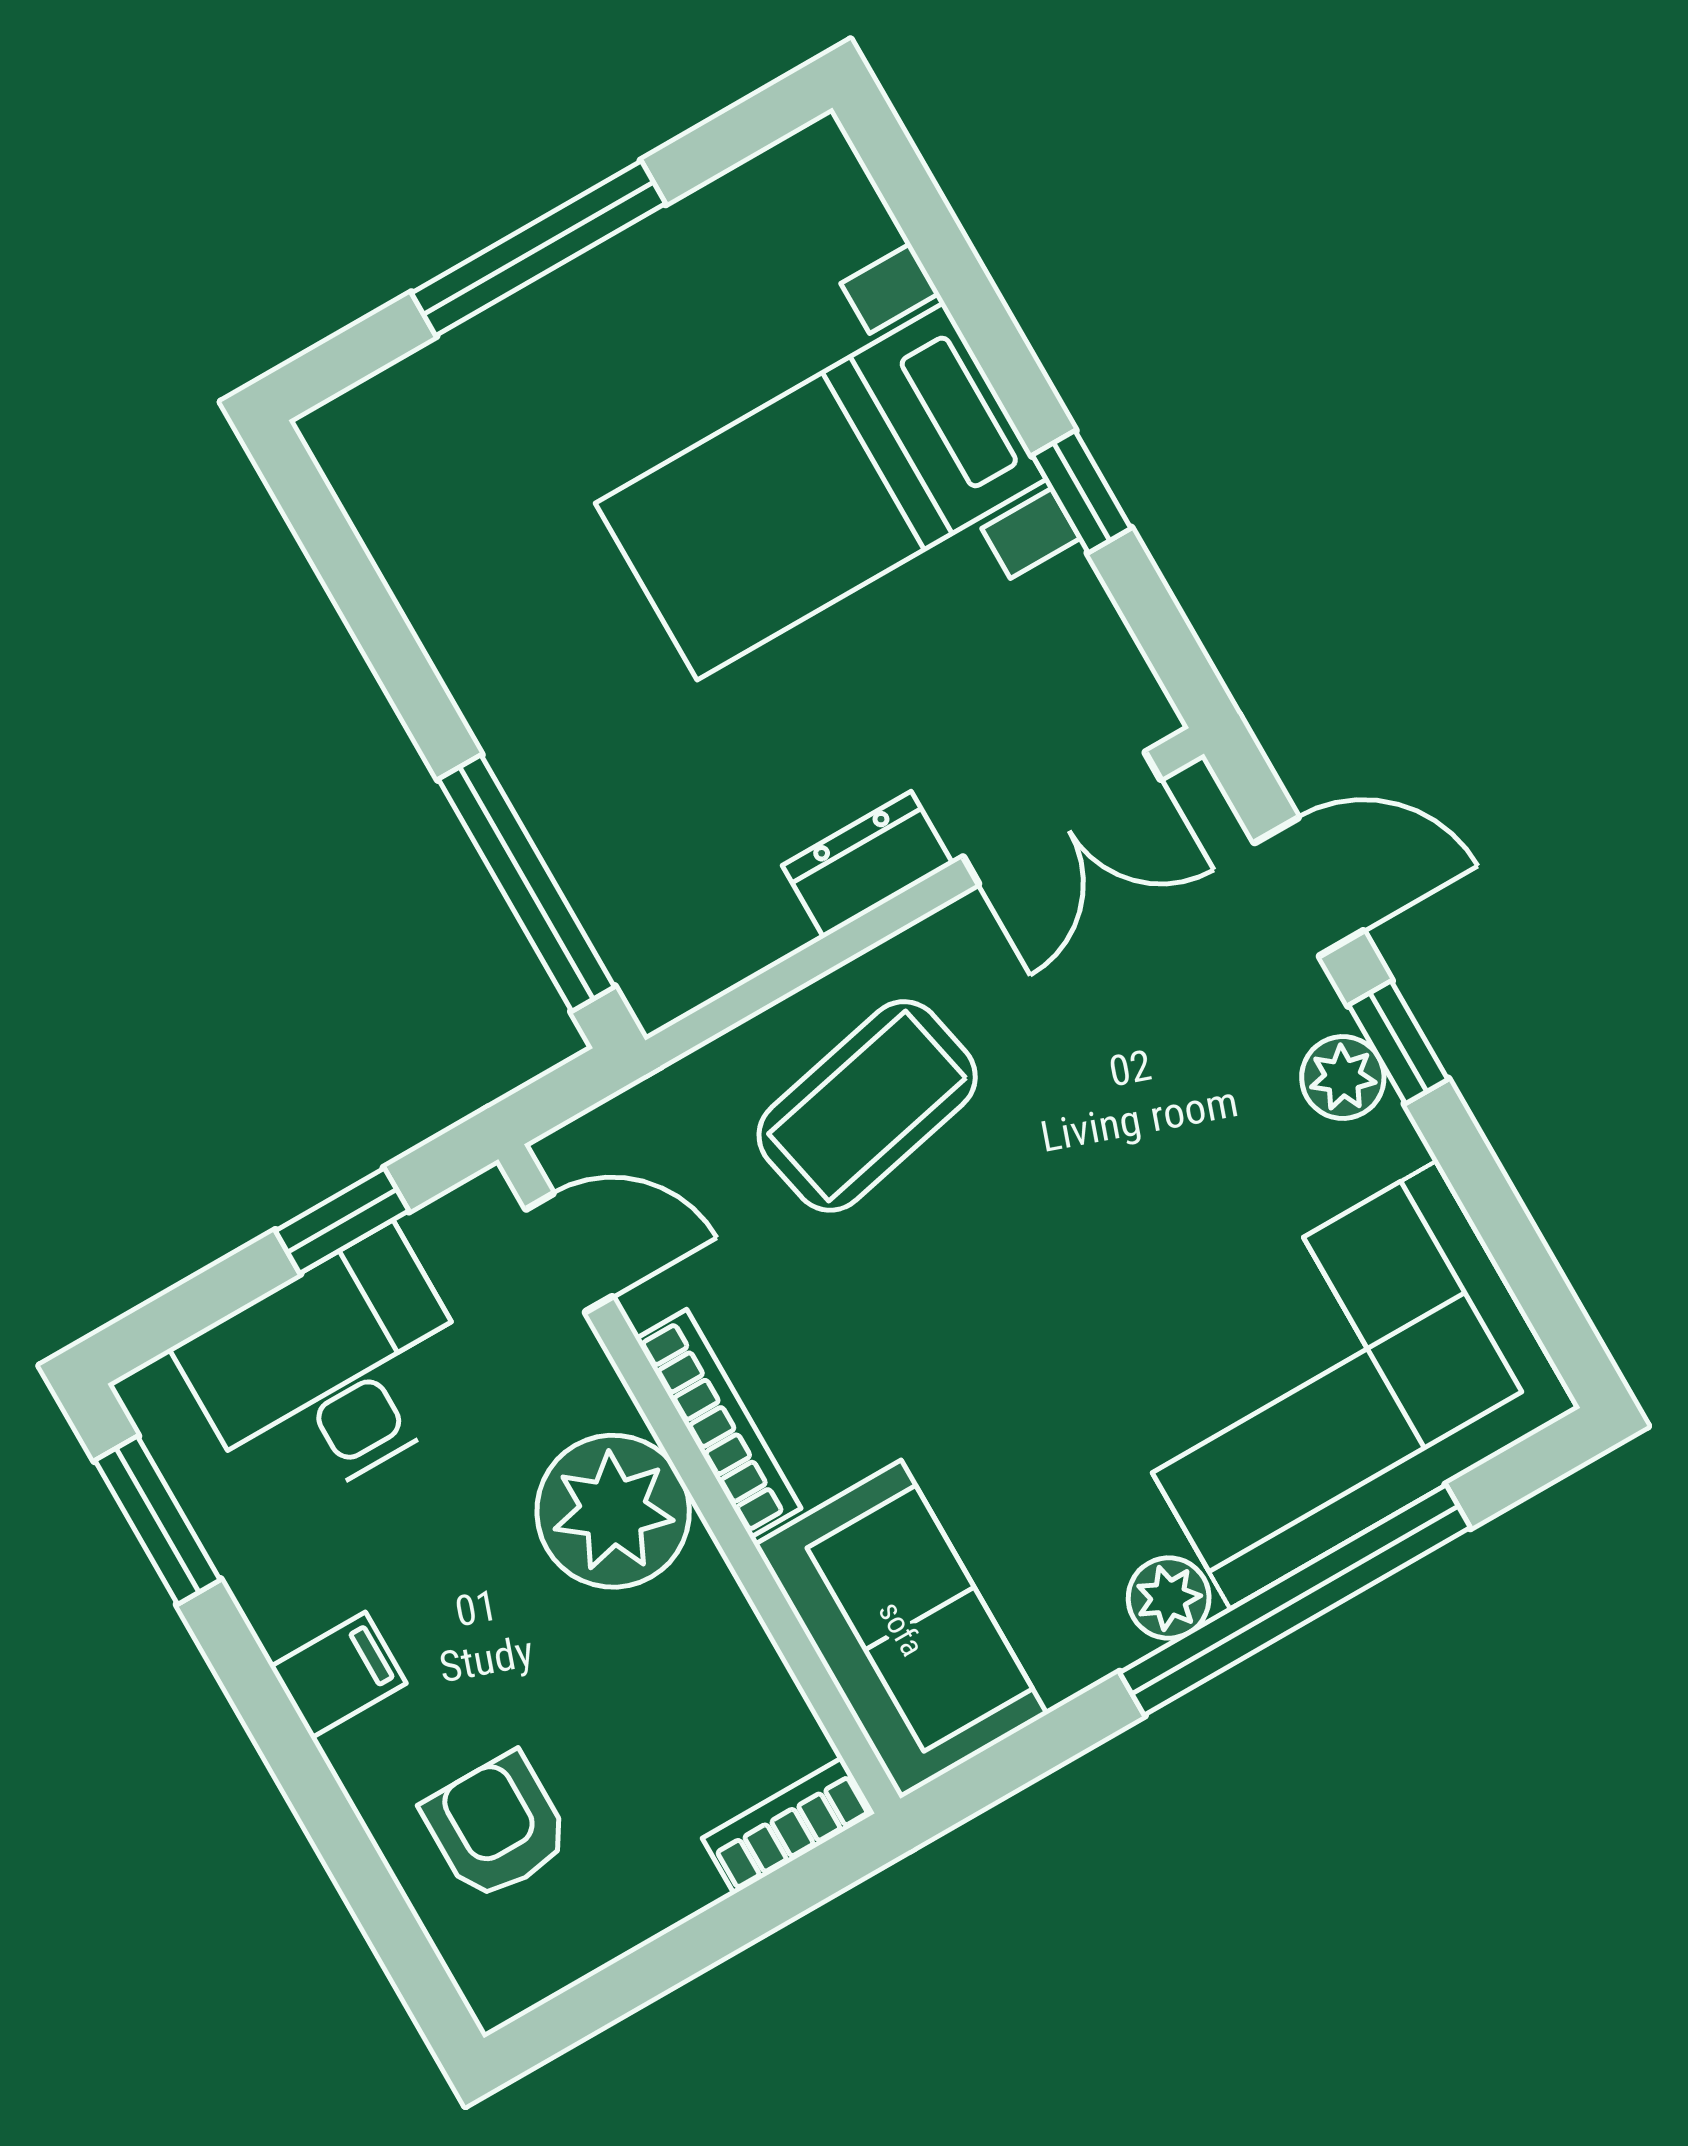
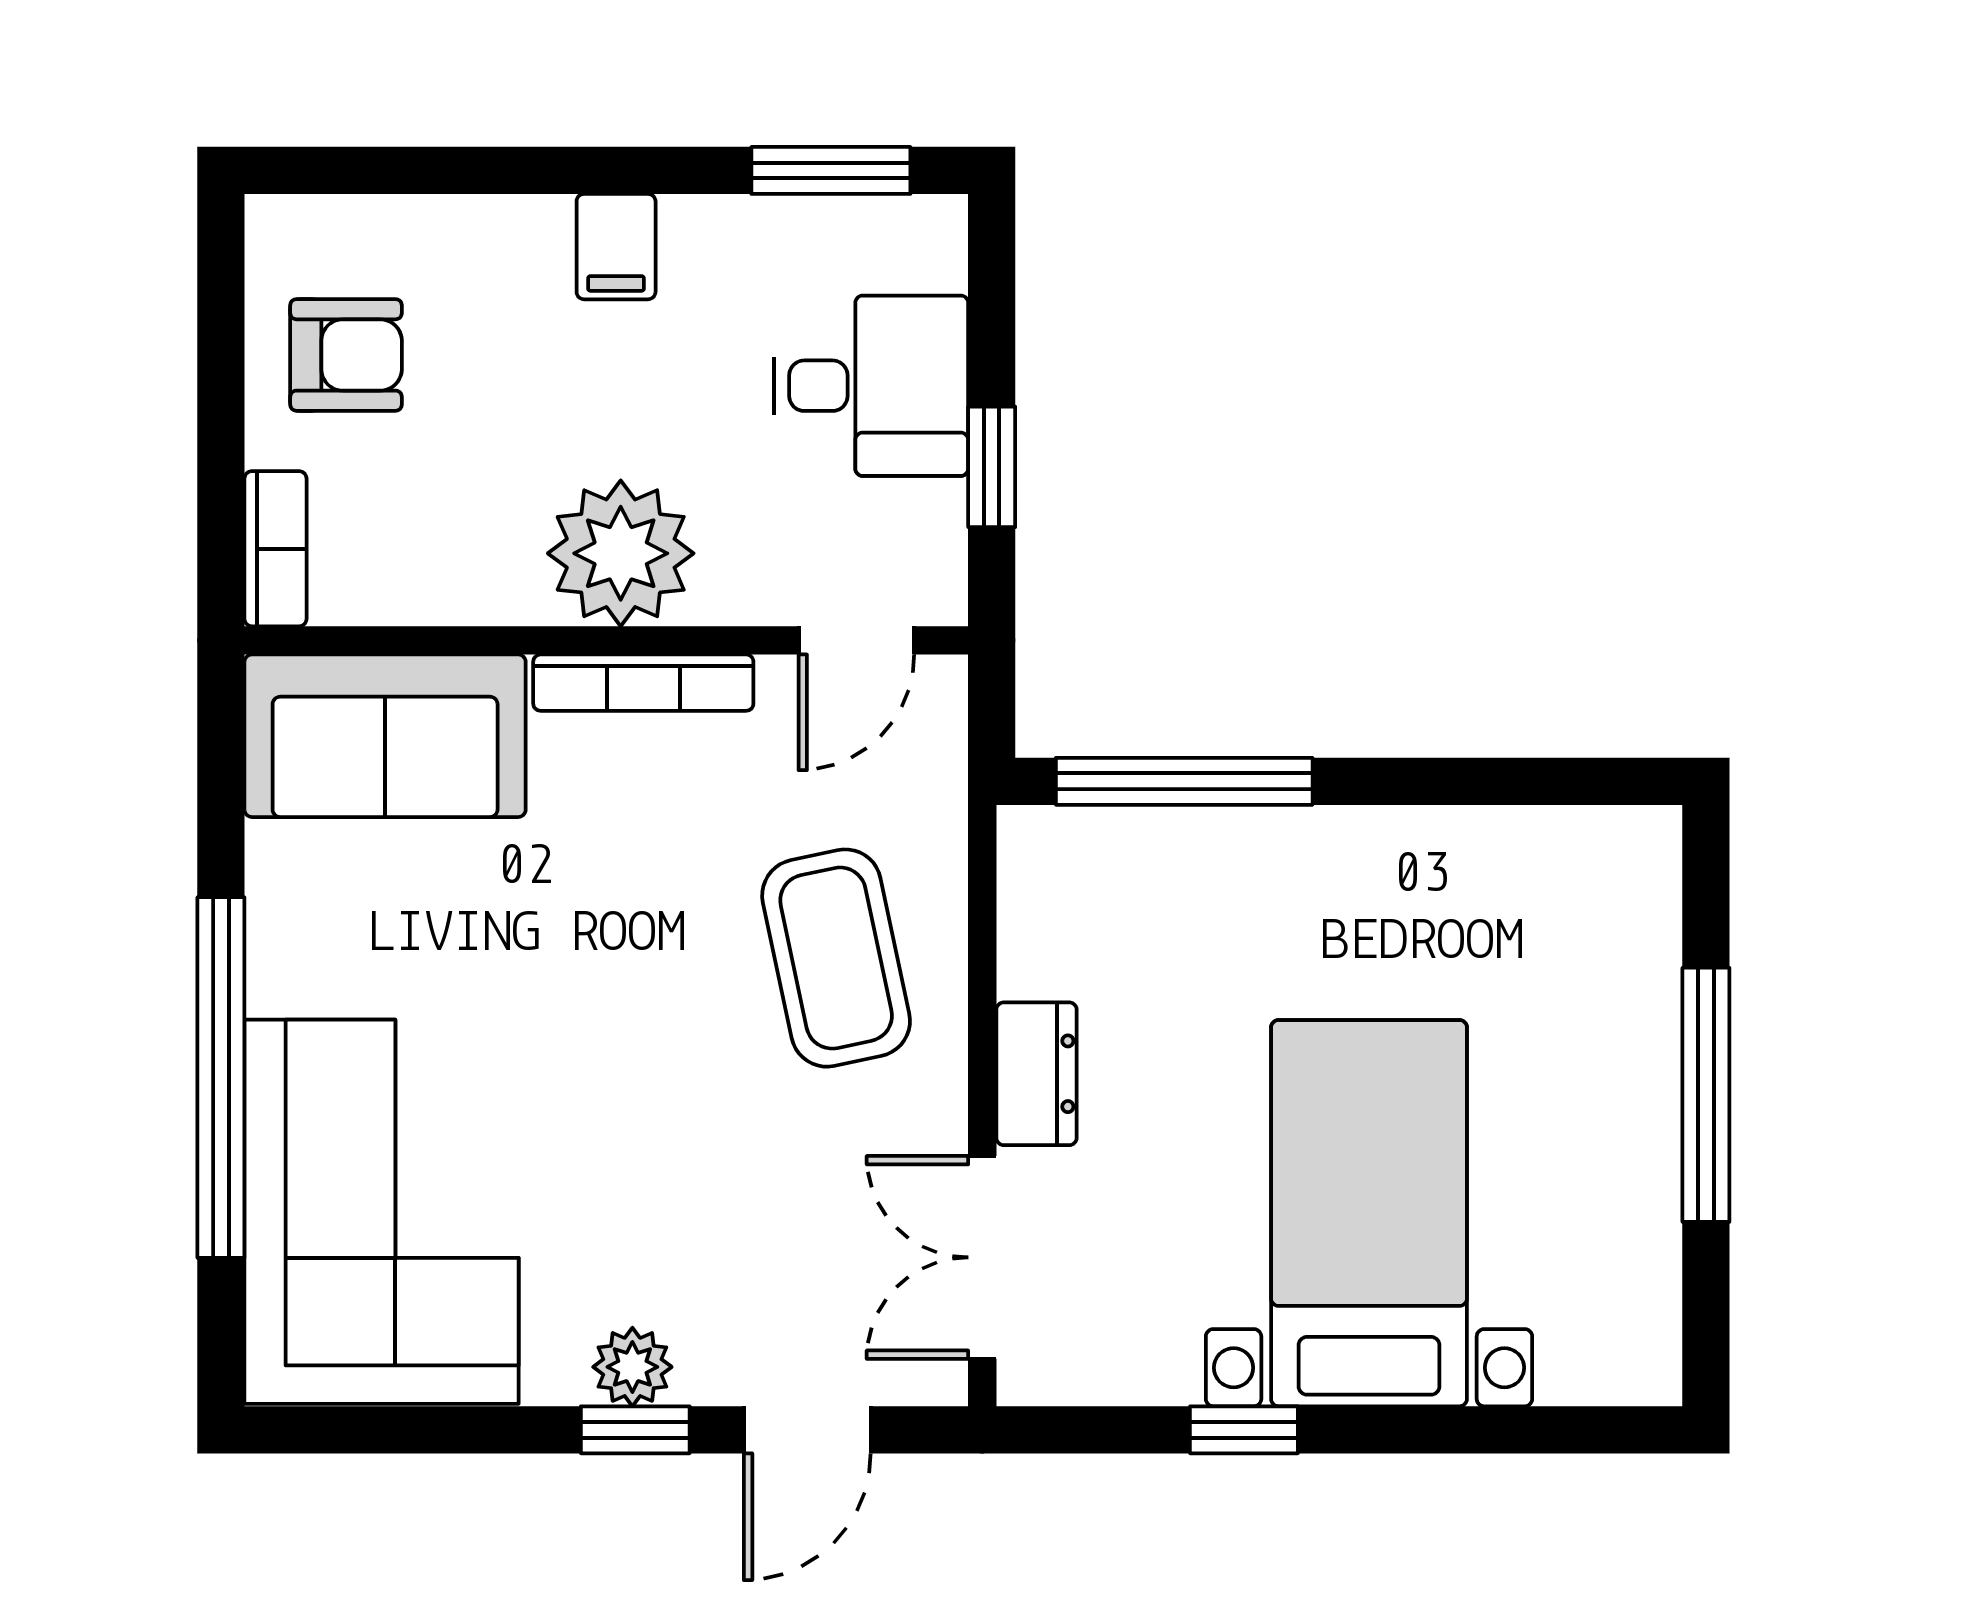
desk: (331, 1372) -> (871, 386), width x0.73
plant: (1169, 1598) -> (283, 973), removed
armchair: (497, 1827) -> (346, 355), moved

